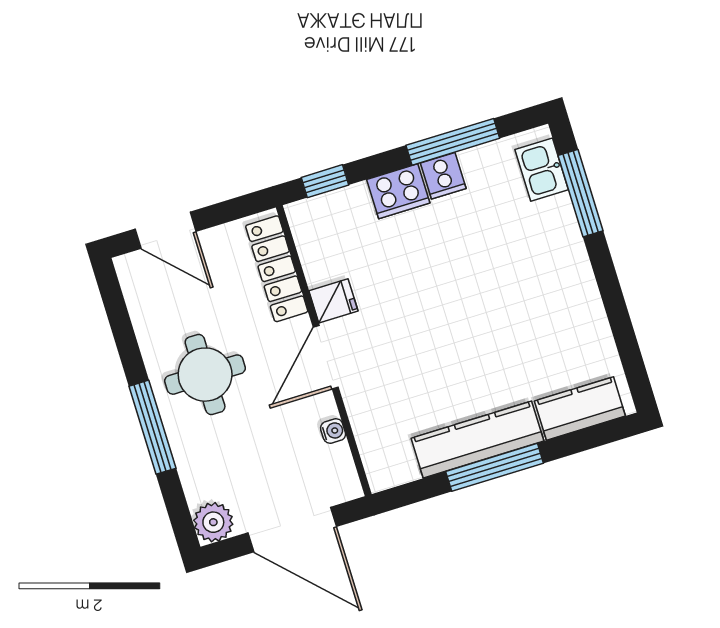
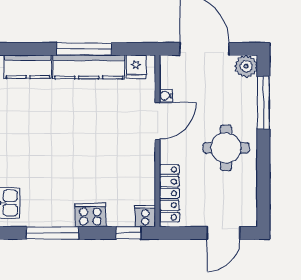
cooker: (443, 176) -> (145, 216), moved
door: (166, 230) -> (223, 233), swing flipped
fridge: (333, 301) -> (136, 67), moved, turned -90
door: (326, 357) -> (157, 121), moved
window: (152, 427) -> (263, 103), moved

